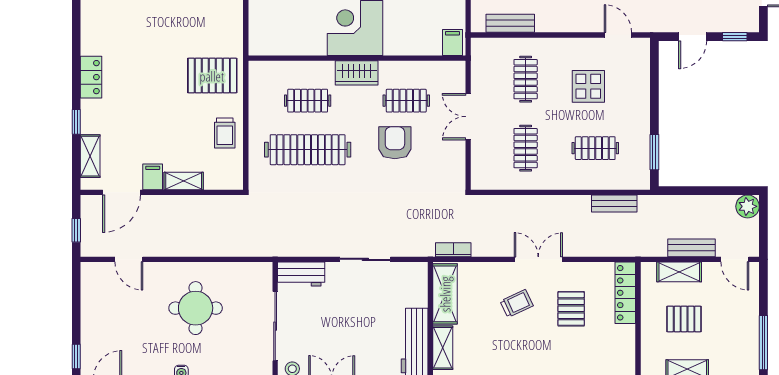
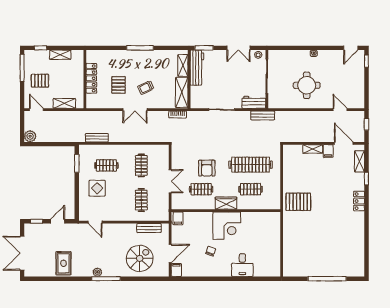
display table: (588, 86) -> (97, 188), moved
trolley: (225, 133) -> (292, 173), removed
door: (122, 192) -> (344, 143), hinge flipped
bench: (692, 248) -> (263, 115), moved
locker: (625, 293) -> (91, 78), moved
pallet: (684, 319) -> (40, 81), moved

